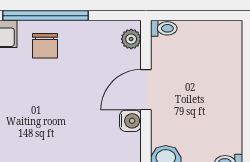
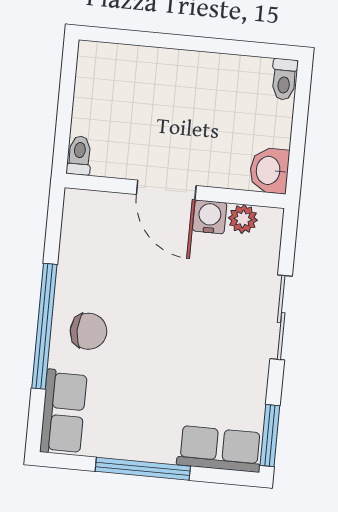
plant: (131, 39) -> (243, 219), moved

